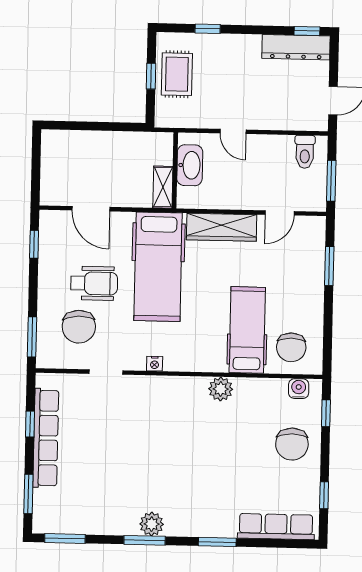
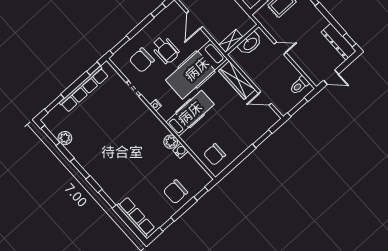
door: (233, 131) -> (280, 48), swing flipped
hospital bed: (247, 330) -> (190, 113), moved
water cooler: (299, 389) -> (180, 151), moved
window: (30, 424) -> (94, 69), moved
plant: (152, 524) -> (65, 138), moved

